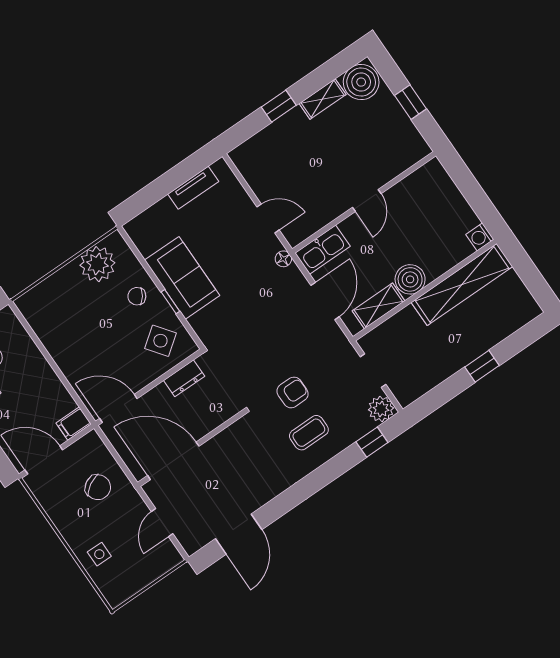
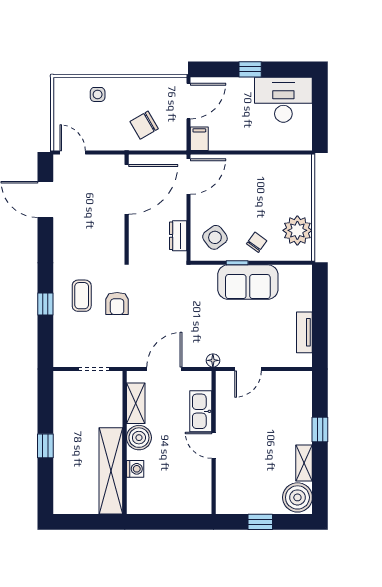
washing machine: (480, 237) -> (135, 469), moved, turned 90
kitchen sink: (323, 250) -> (201, 411), moved
door: (325, 301) -> (164, 369), swing flipped
plant: (381, 409) -> (64, 356), removed
window: (372, 442) -> (45, 304), moved
door: (162, 523) -> (73, 152), moved

